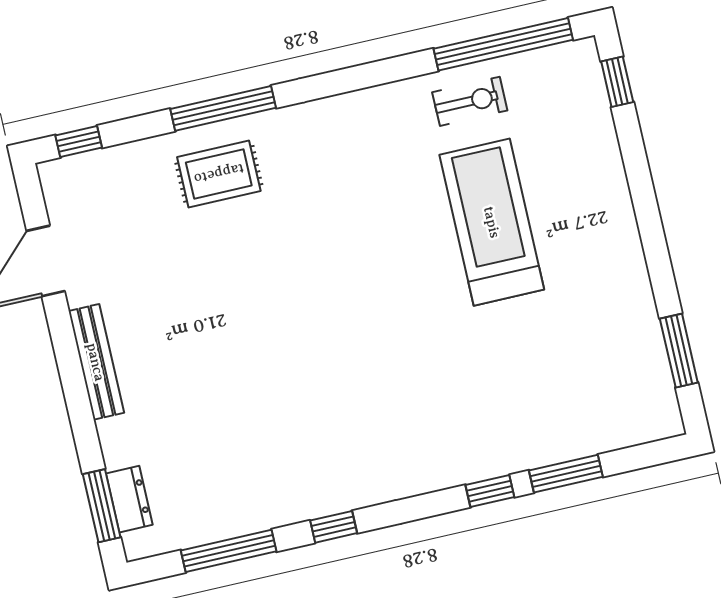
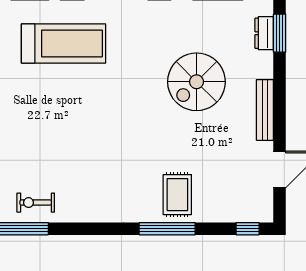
rug: (219, 174) -> (177, 195), turned 90
treadmill: (492, 222) -> (64, 43), moved, turned -90
spiral stairs: (231, 384) -> (196, 82), added

